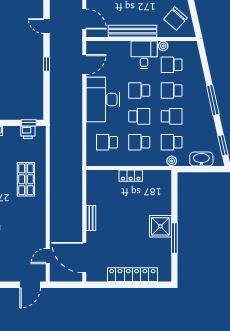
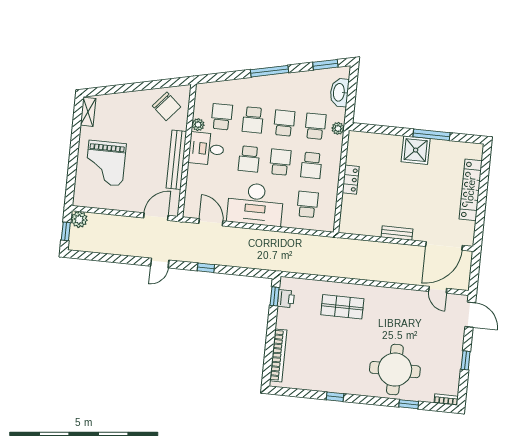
school desk: (172, 65) -> (222, 117), turned 180
school desk: (107, 142) -> (307, 204), turned 180
school desk: (172, 142) -> (315, 126), turned 180

